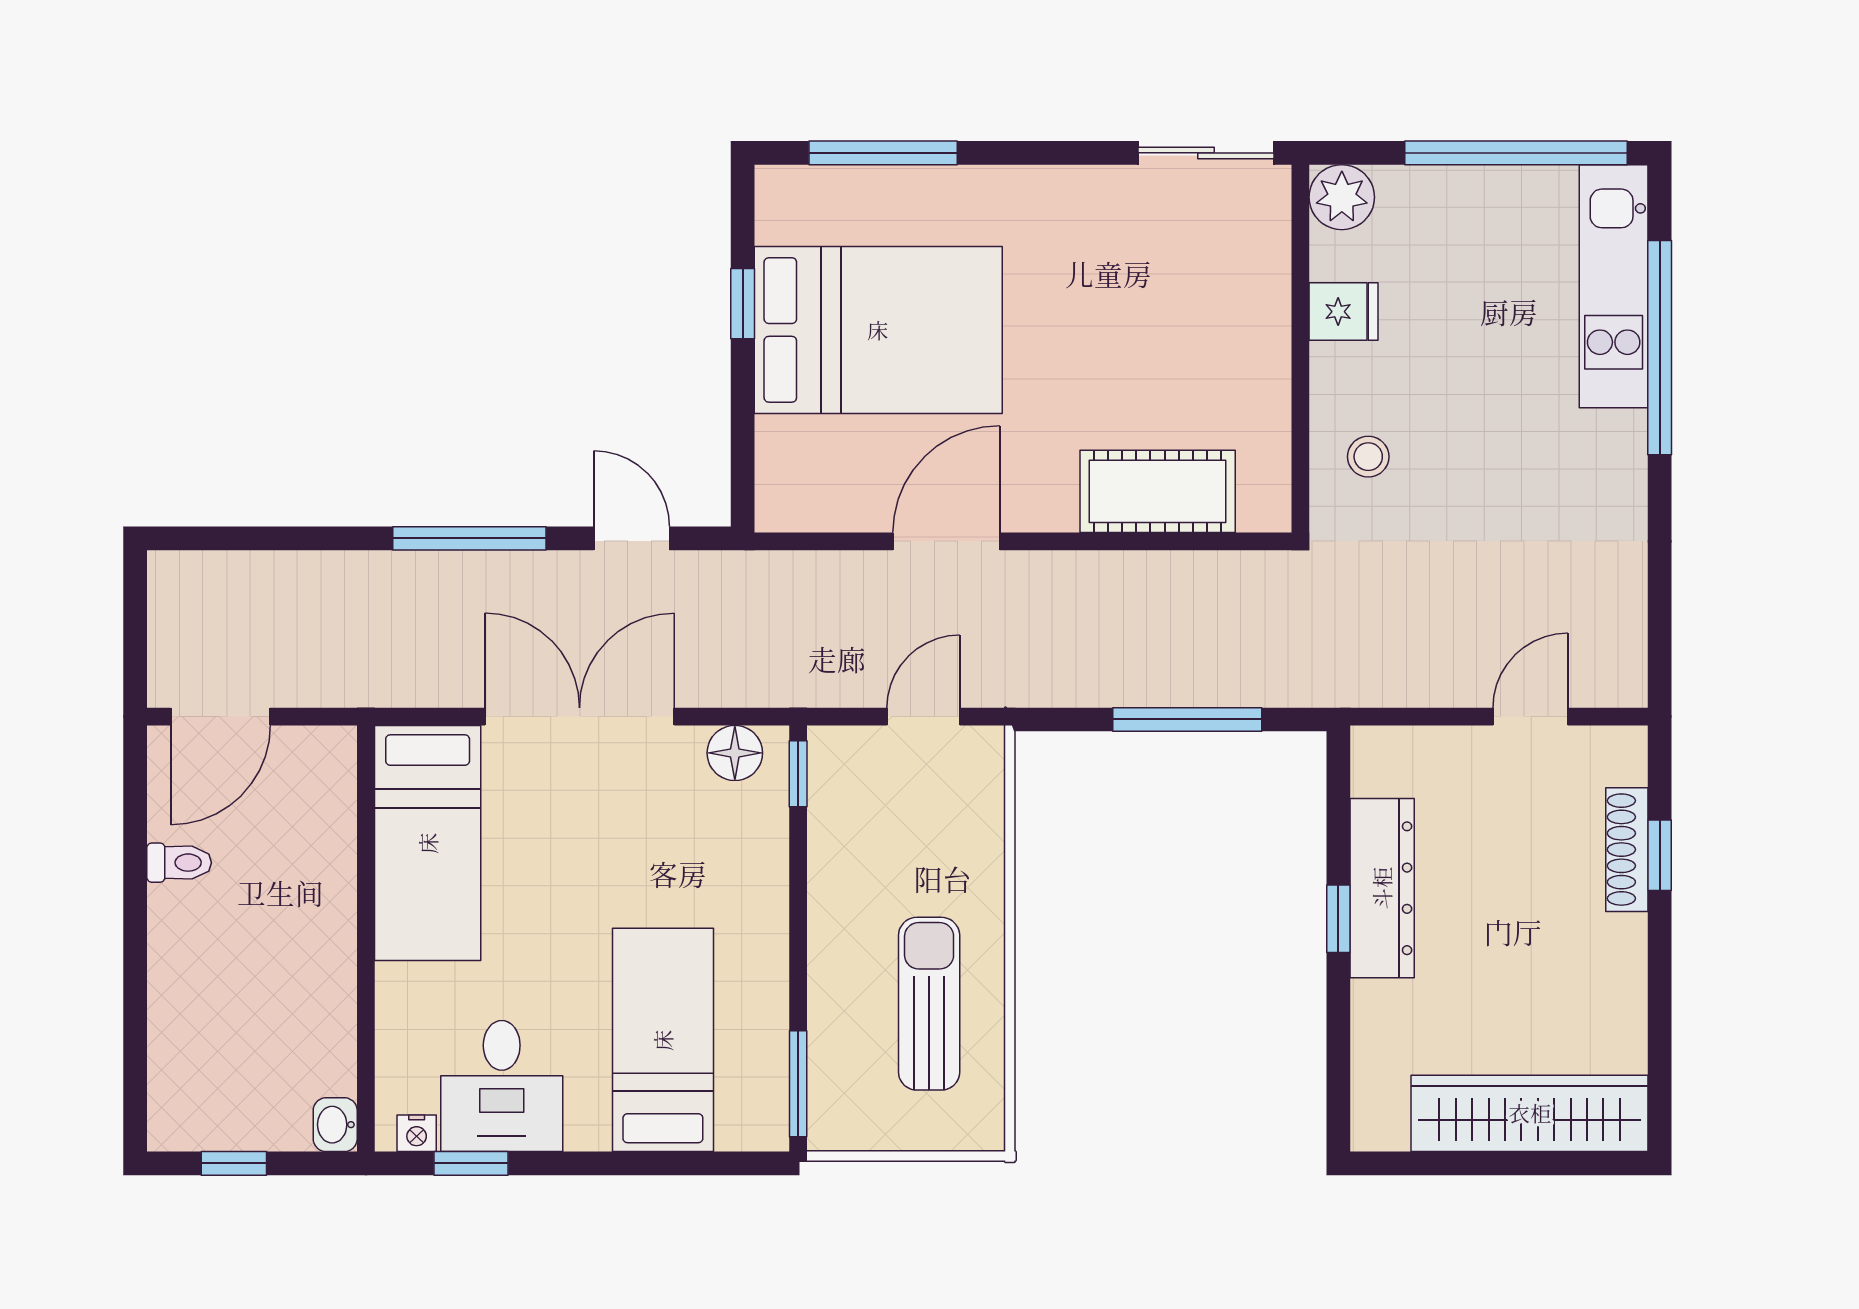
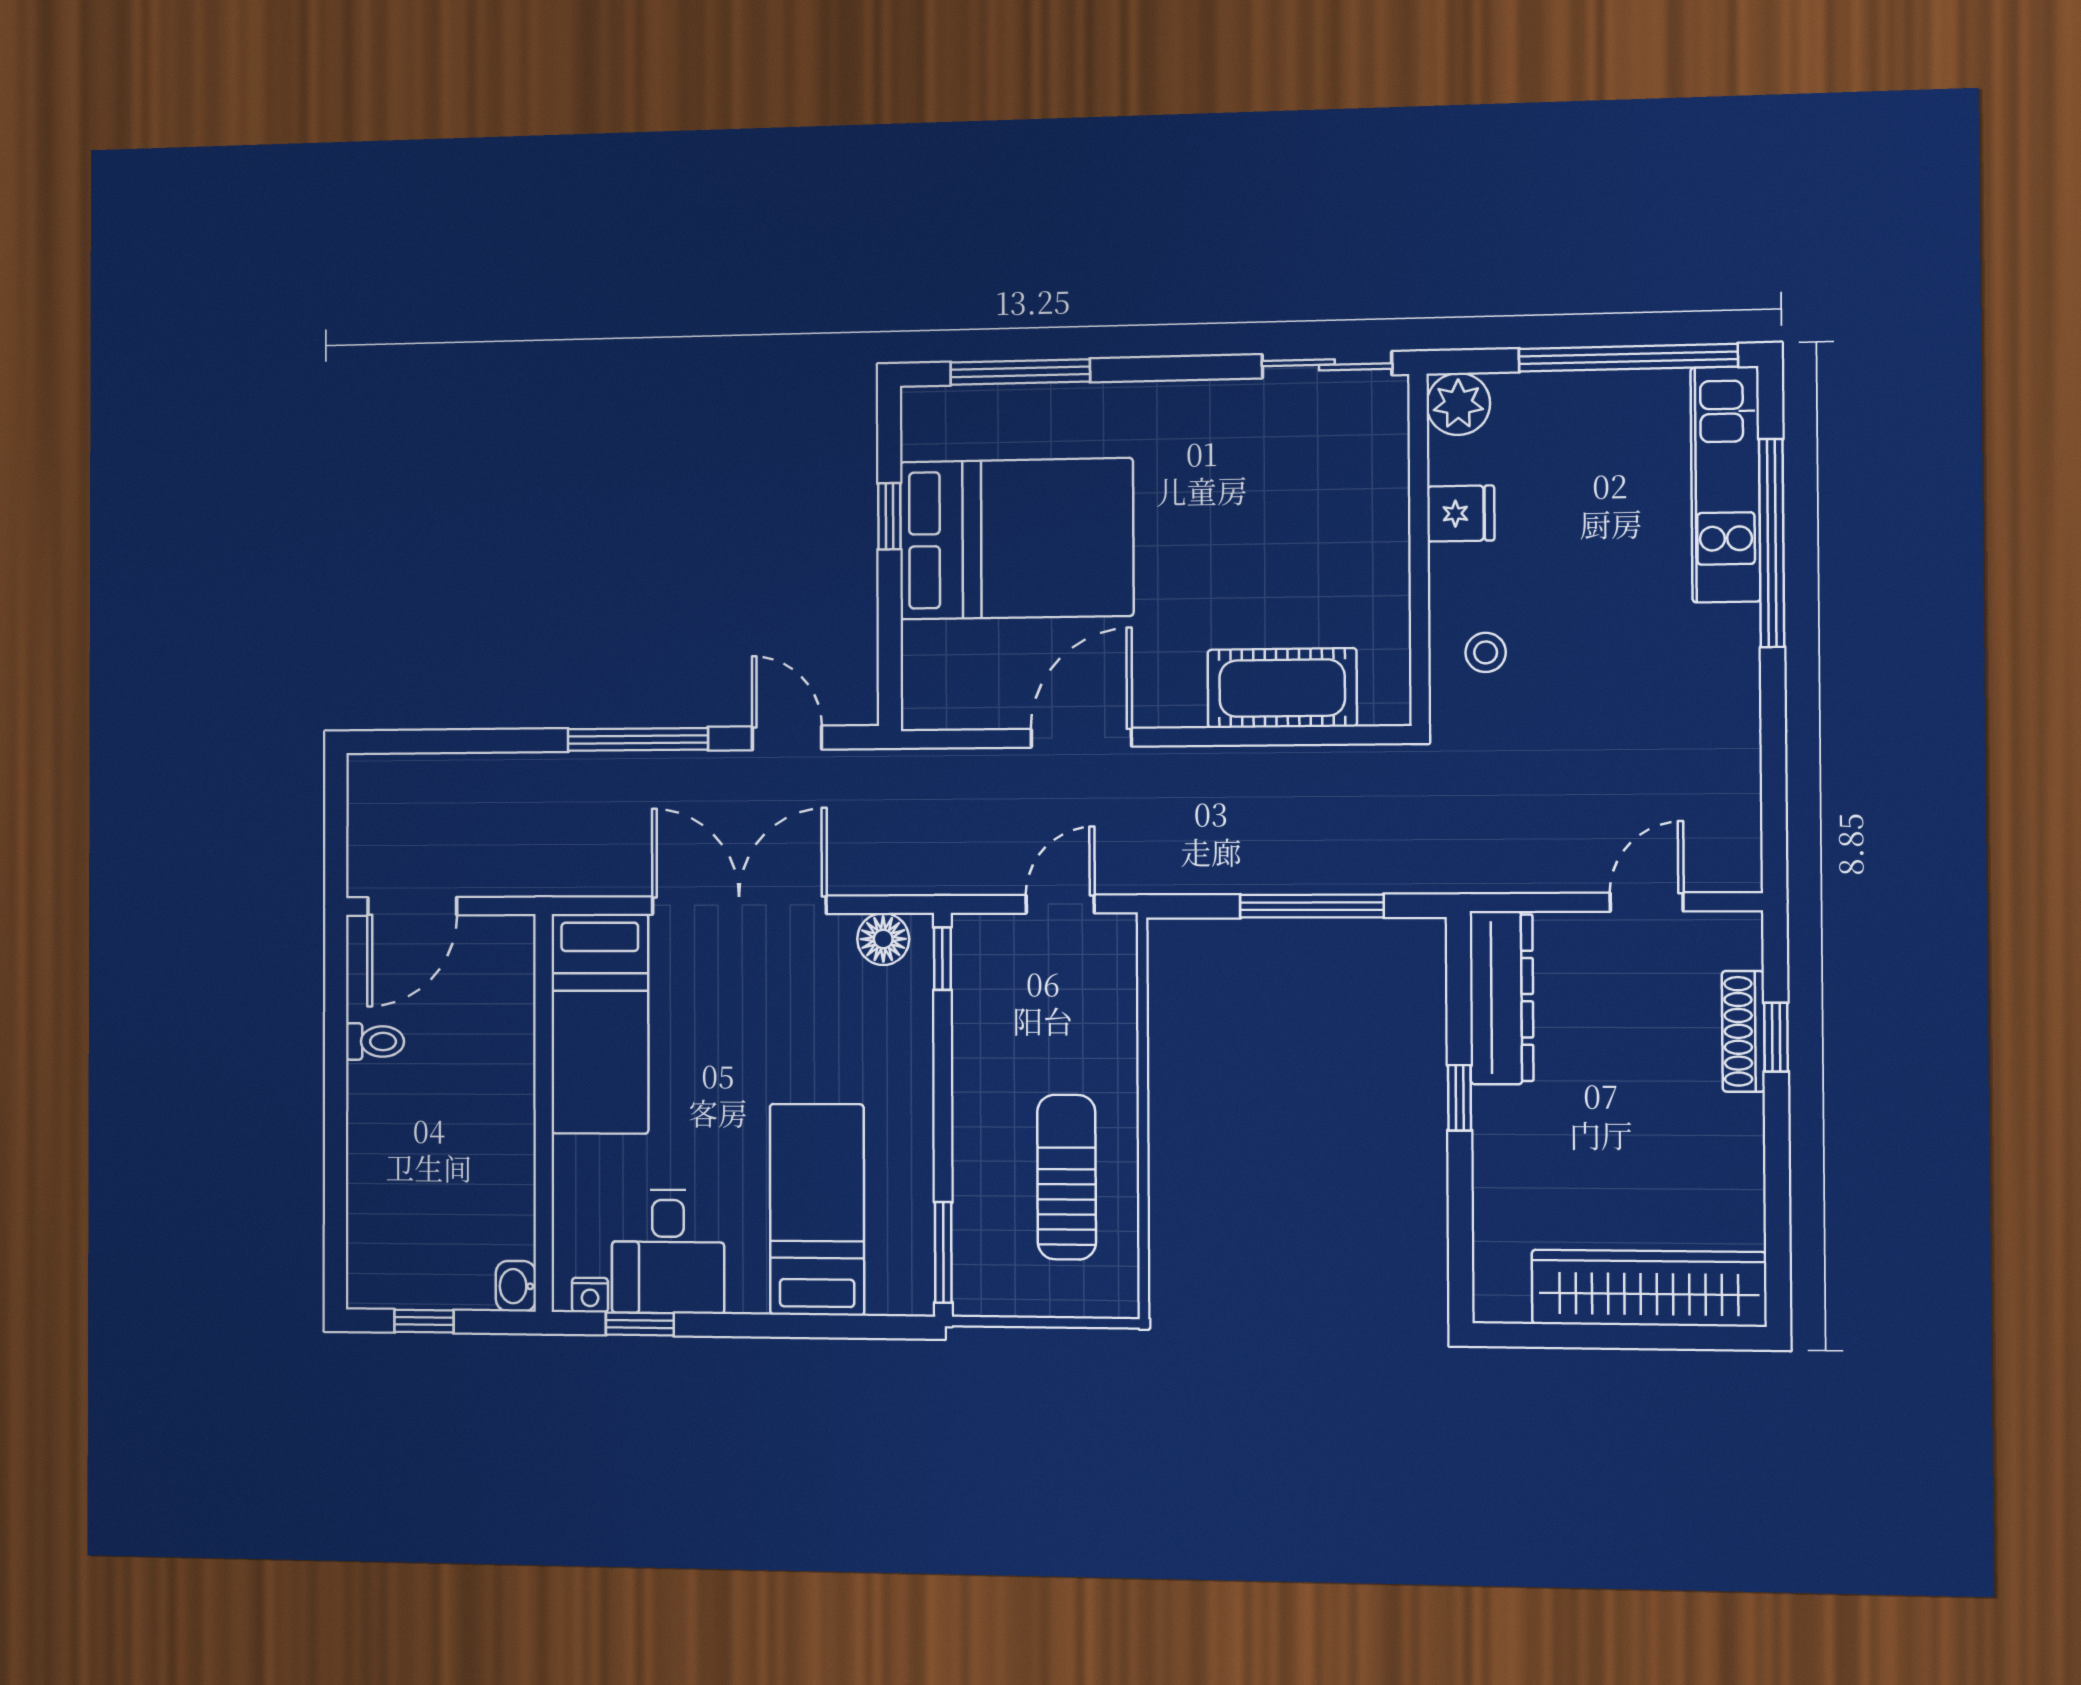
dresser: (1382, 888) -> (1502, 998), moved

